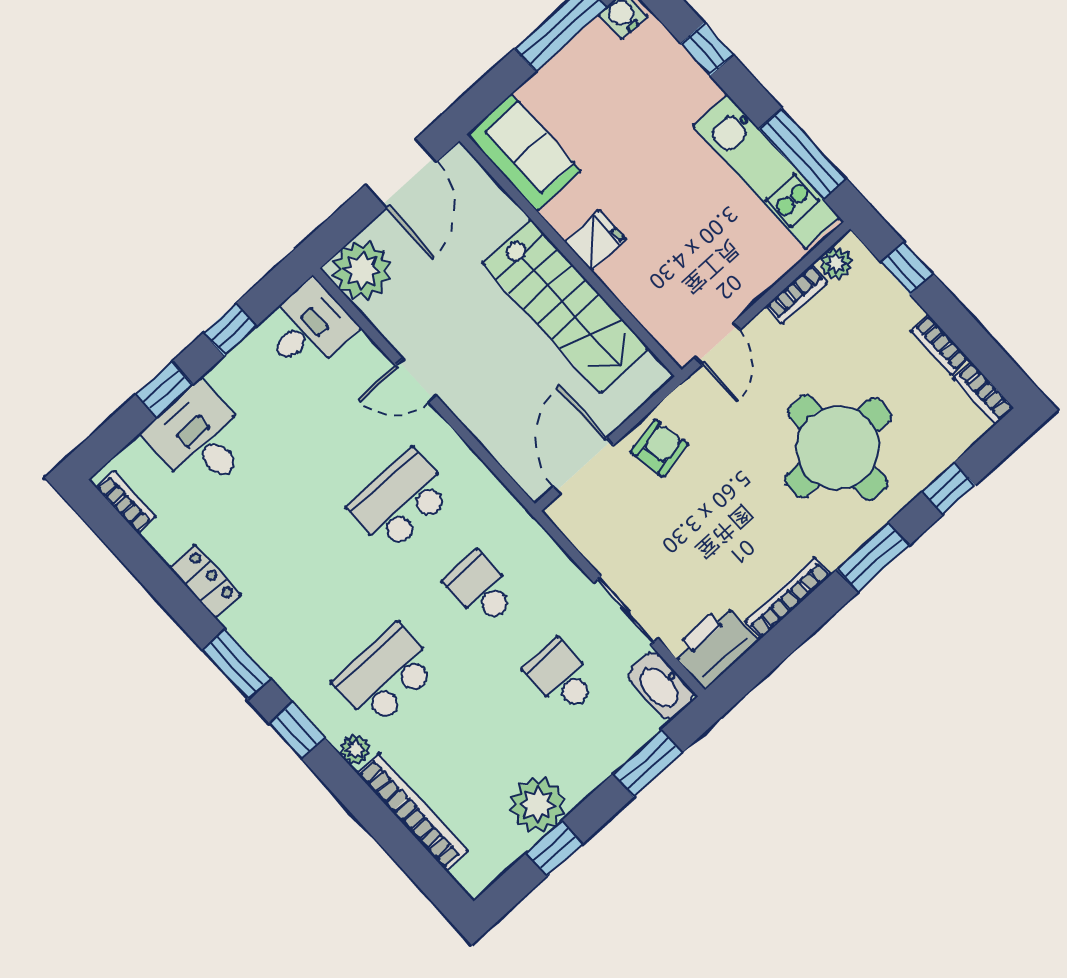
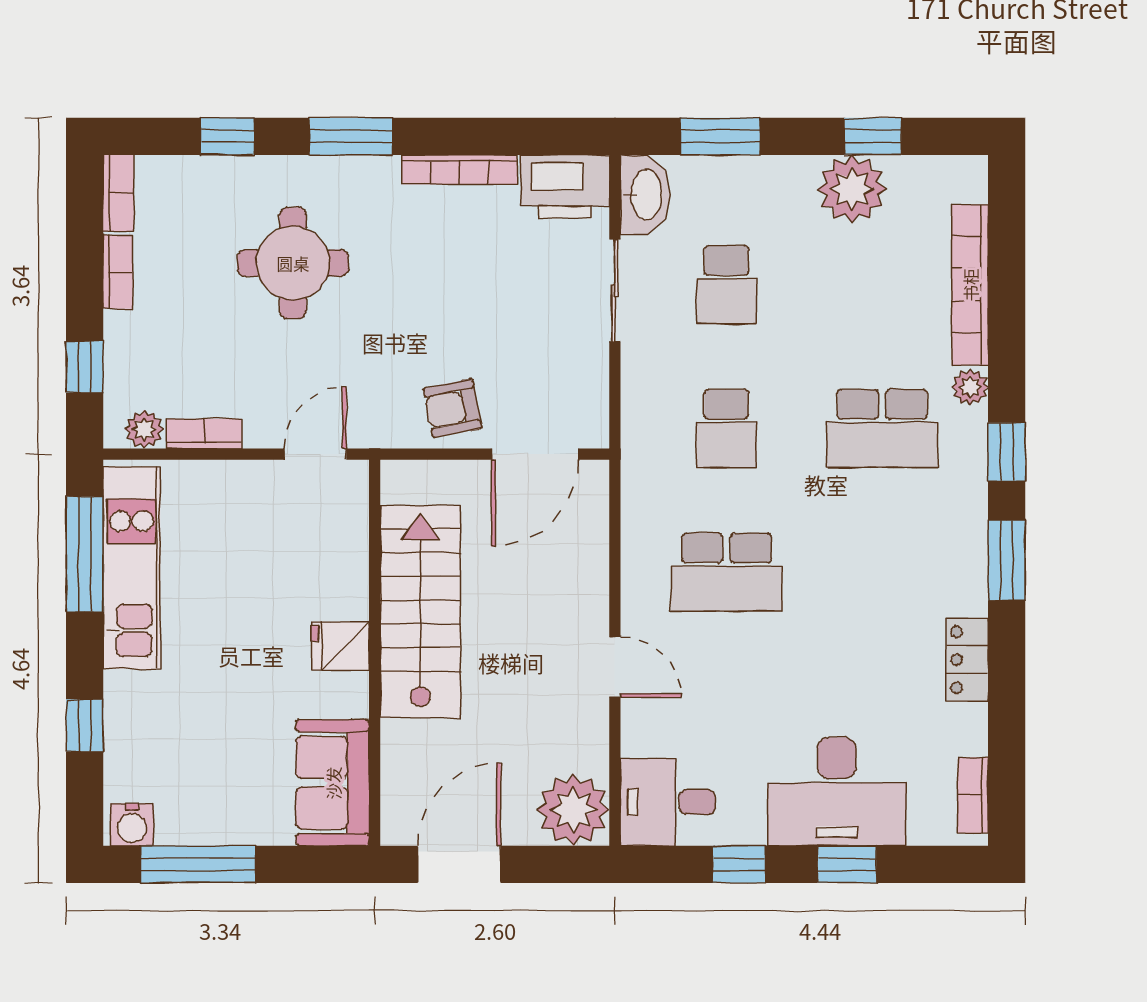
desk: (200, 439) -> (837, 792), width x1.37
round table: (838, 448) -> (293, 263), width x0.73, depth x0.73

